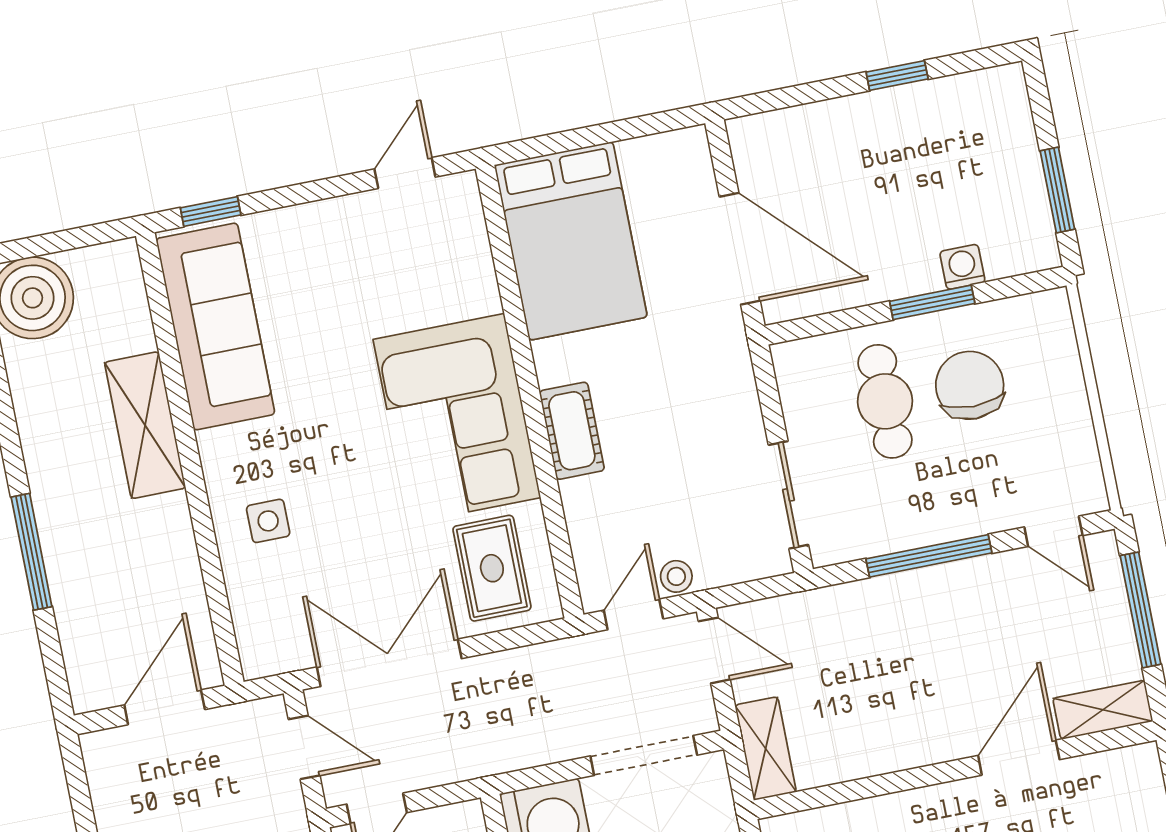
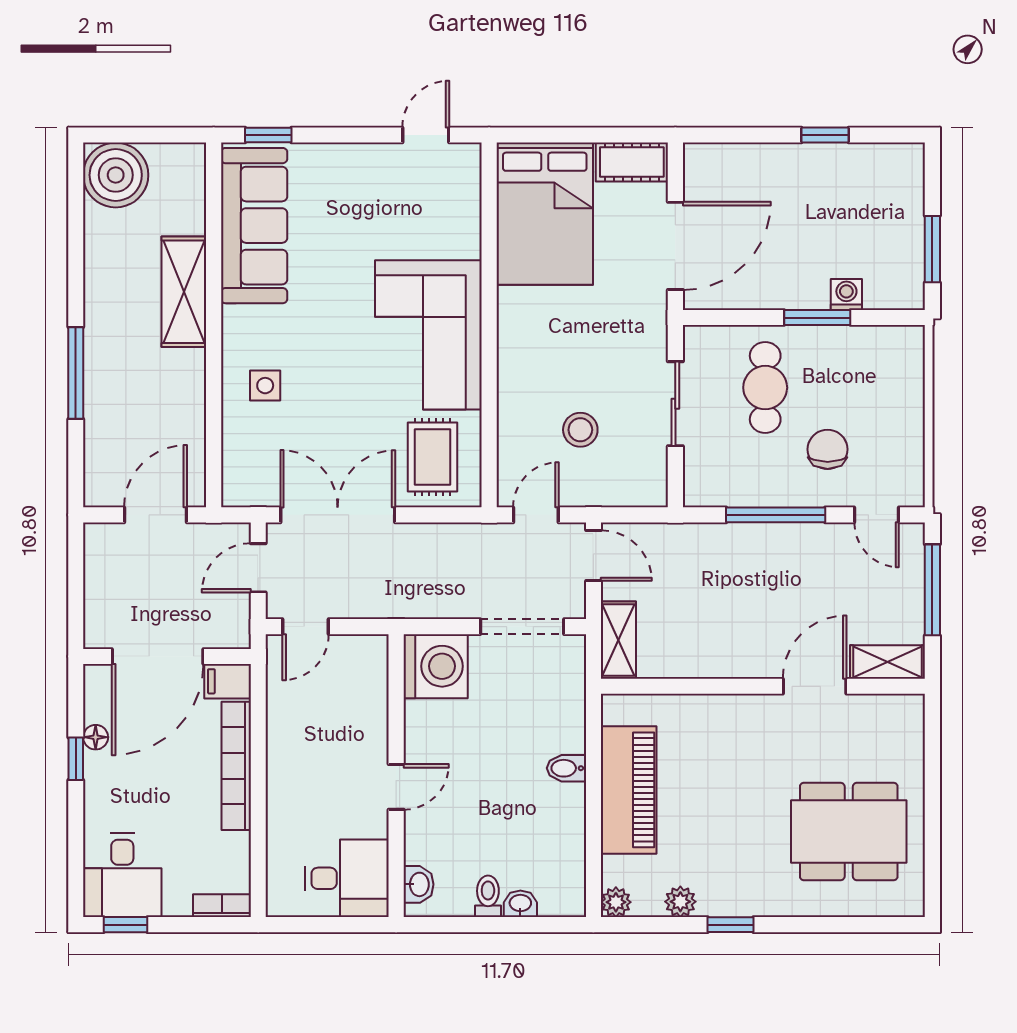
door: (740, 249) -> (675, 246), hinge flipped
chair: (970, 385) -> (828, 449), moved, width x0.73, depth x0.73
cot: (572, 431) -> (632, 162), moved, turned 90
sliding door: (788, 495) -> (675, 404), moved
stool: (676, 576) -> (580, 430), moved, width x1.37, depth x1.37
door: (304, 747) -> (258, 568), swing flipped

